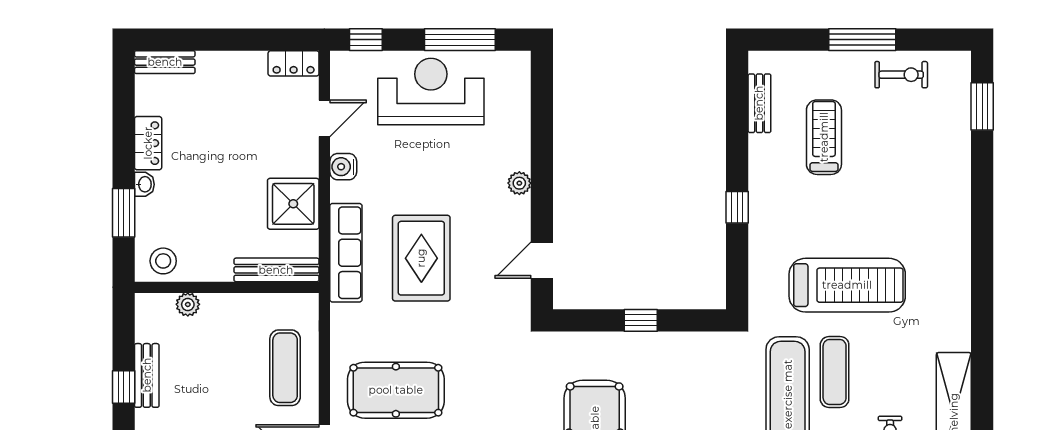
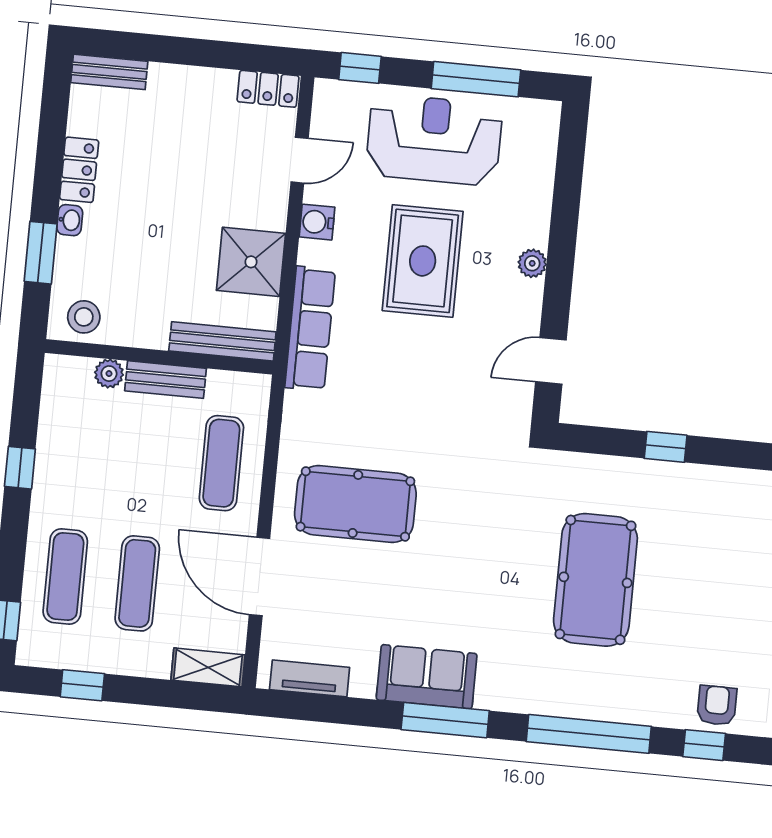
rug: (421, 258) -> (423, 261), moved
bench: (147, 375) -> (166, 380), moved, turned 90

